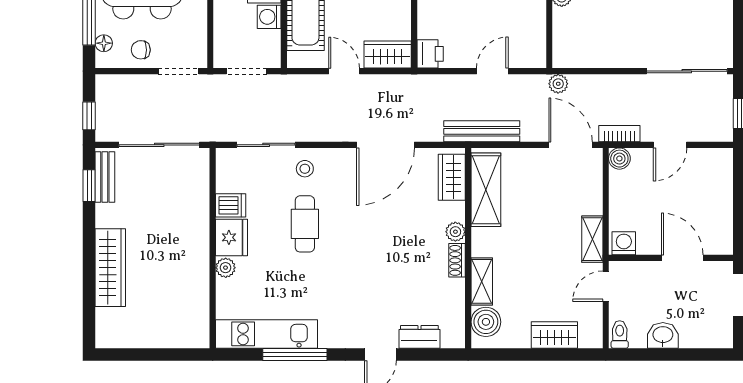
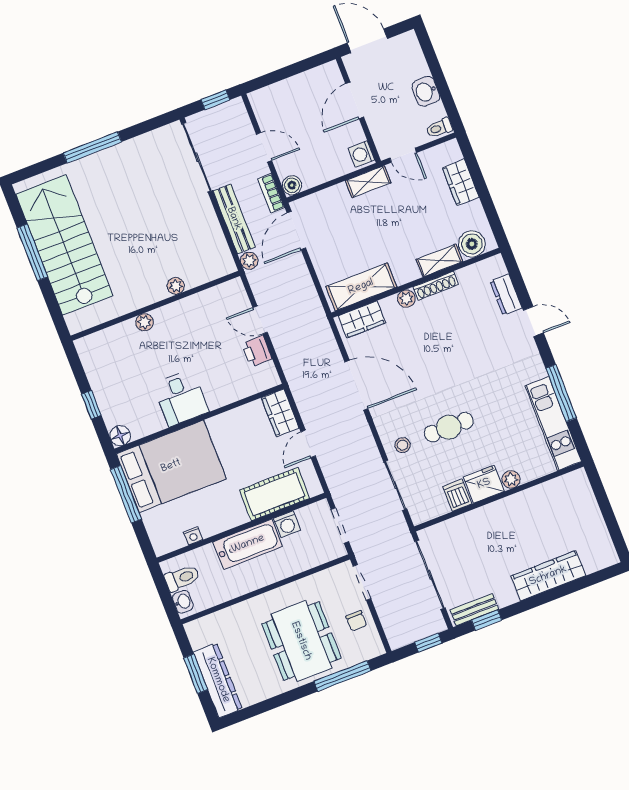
floor lamp: (104, 43) -> (363, 654), removed
printer: (430, 54) -> (257, 351), moved, turned -90
bench: (482, 131) -> (234, 219), moved
shoe rack: (457, 260) -> (436, 286), width x1.43

